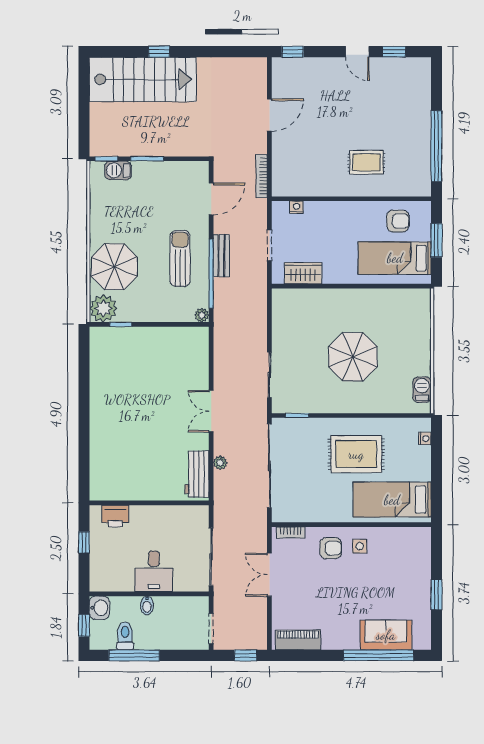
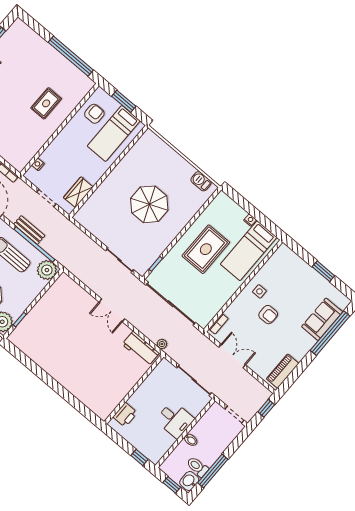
plant: (202, 315) -> (47, 270), width x1.88, depth x1.88
nightstand: (425, 439) -> (250, 220), moved
plant: (220, 463) -> (162, 344), moved
window: (84, 542) -> (140, 457), moved
armchair: (331, 548) -> (268, 315), moved, turned 90
double door: (269, 575) -> (232, 356), swing flipped
washbasin: (99, 608) -> (189, 481), moved, turned -90

